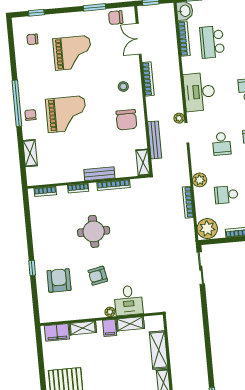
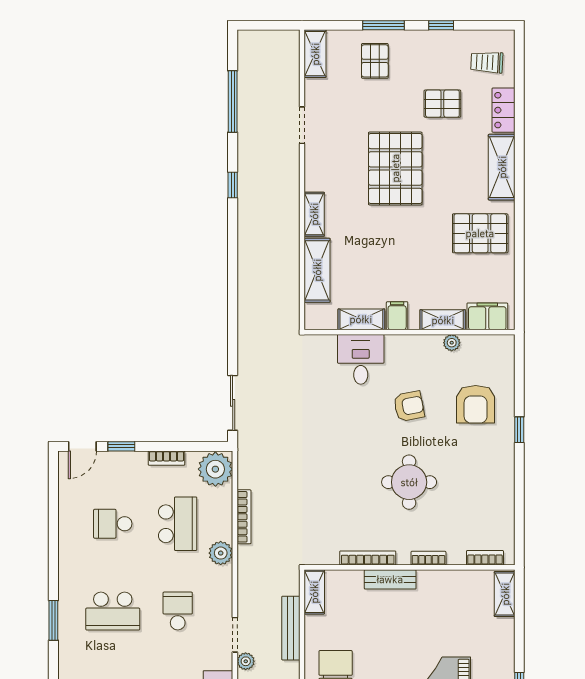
shelving: (30, 153) -> (505, 594), moved
school desk: (226, 195) -> (178, 524), width x1.85
plant: (110, 312) -> (452, 343), moved

